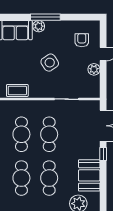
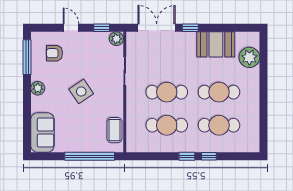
window: (45, 17) -> (27, 57), moved
plant: (39, 26) -> (38, 88), moved
plant: (94, 69) -> (116, 39), moved
window: (103, 80) -> (102, 28), added

